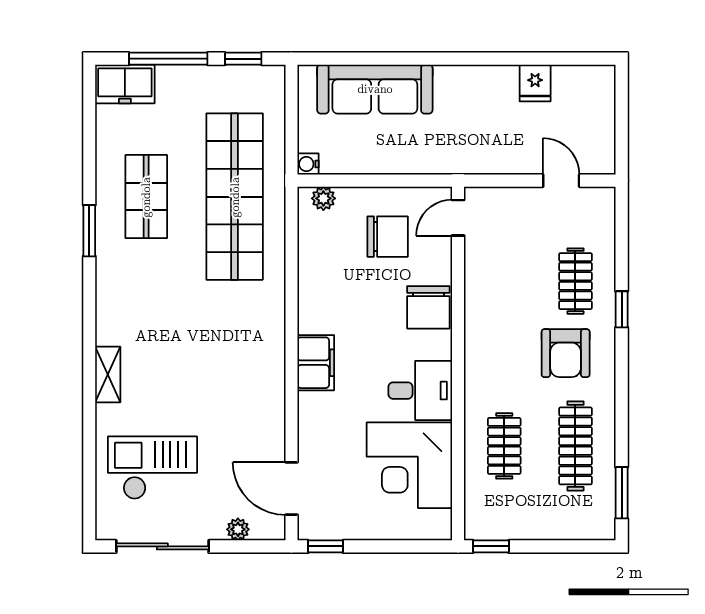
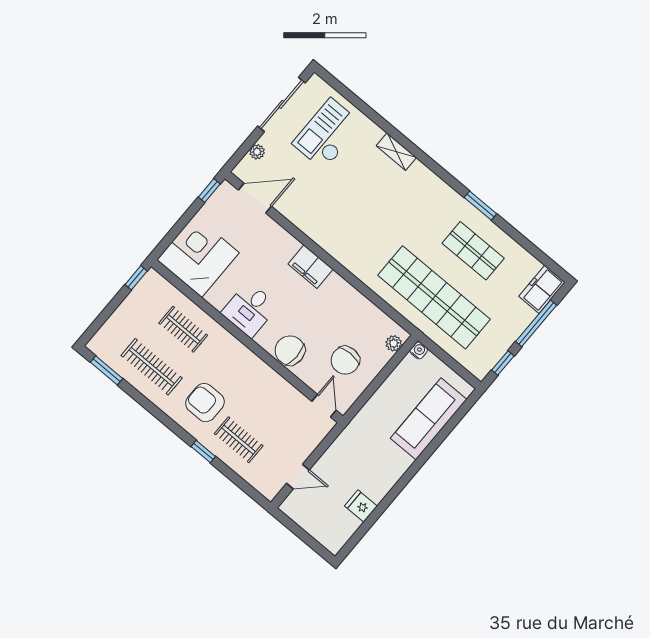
corner desk: (409, 465) -> (198, 256), moved
checkout: (152, 468) -> (327, 134), turned 180

